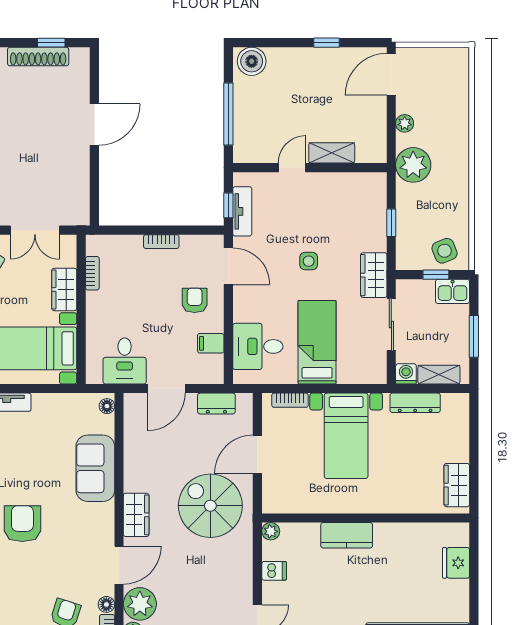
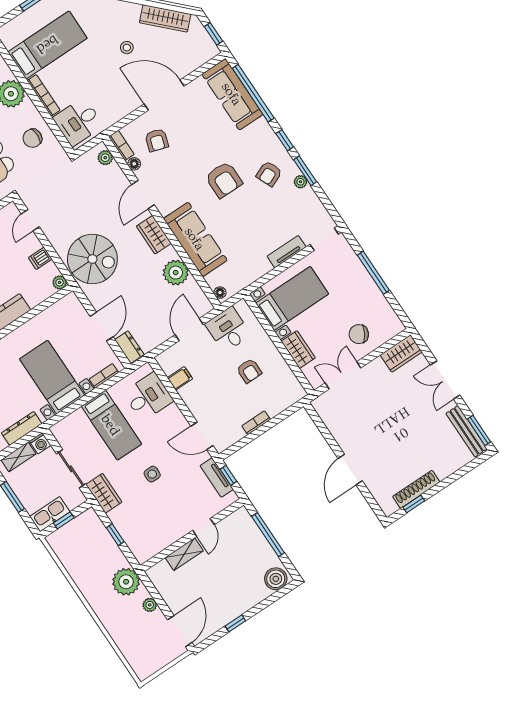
side table: (445, 251) -> (69, 540), removed
bookcase: (92, 273) -> (287, 372), removed
kitchen sink: (453, 291) -> (50, 514), width x1.38
armchair: (195, 300) -> (249, 371), moved
dresser: (216, 404) -> (129, 347), moved, turned 90
sofa: (95, 468) -> (195, 239), width x1.36
spiral stairs: (210, 506) -> (92, 259), moved
plant: (140, 604) -> (176, 273), moved

